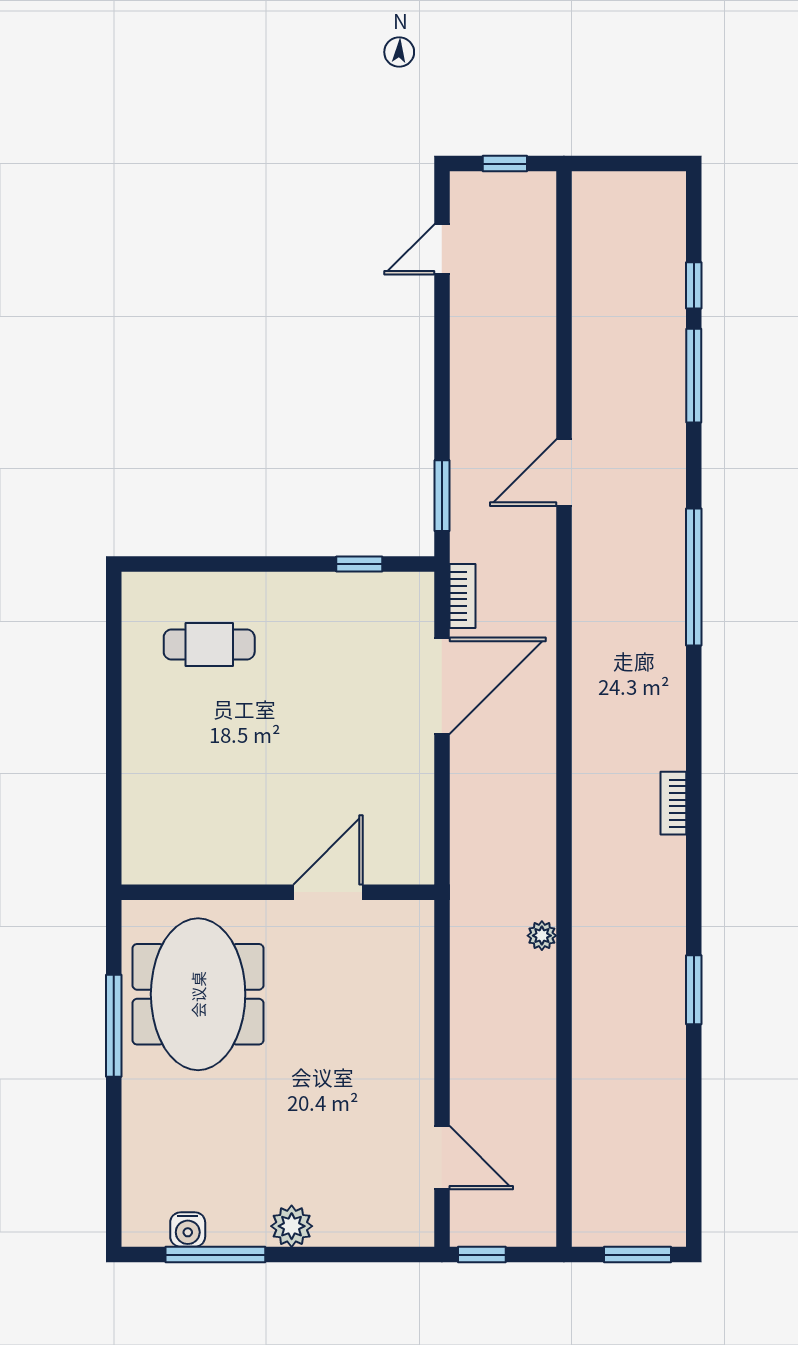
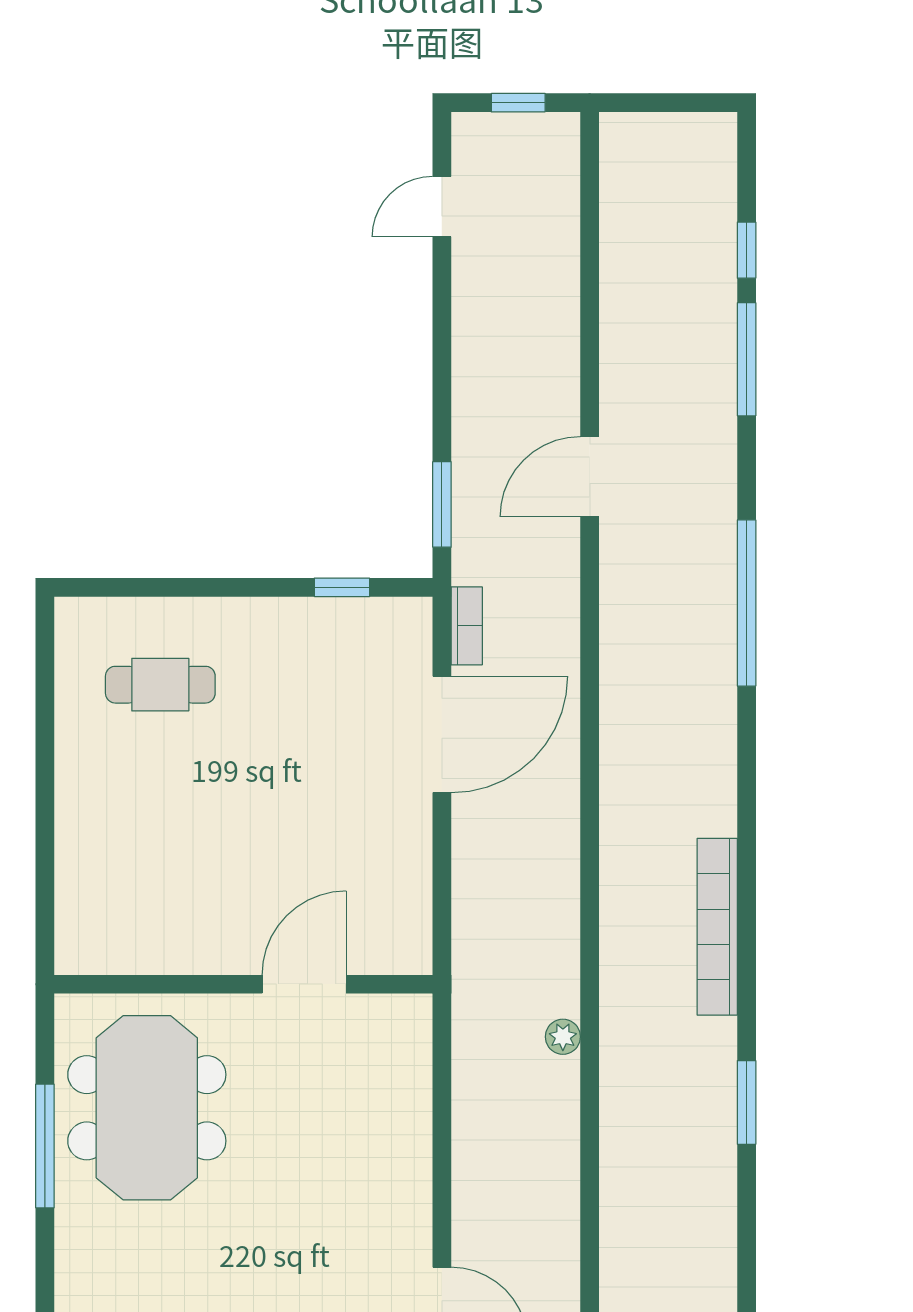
bookcase: (673, 803) -> (717, 927), width x2.31, depth x1.31

